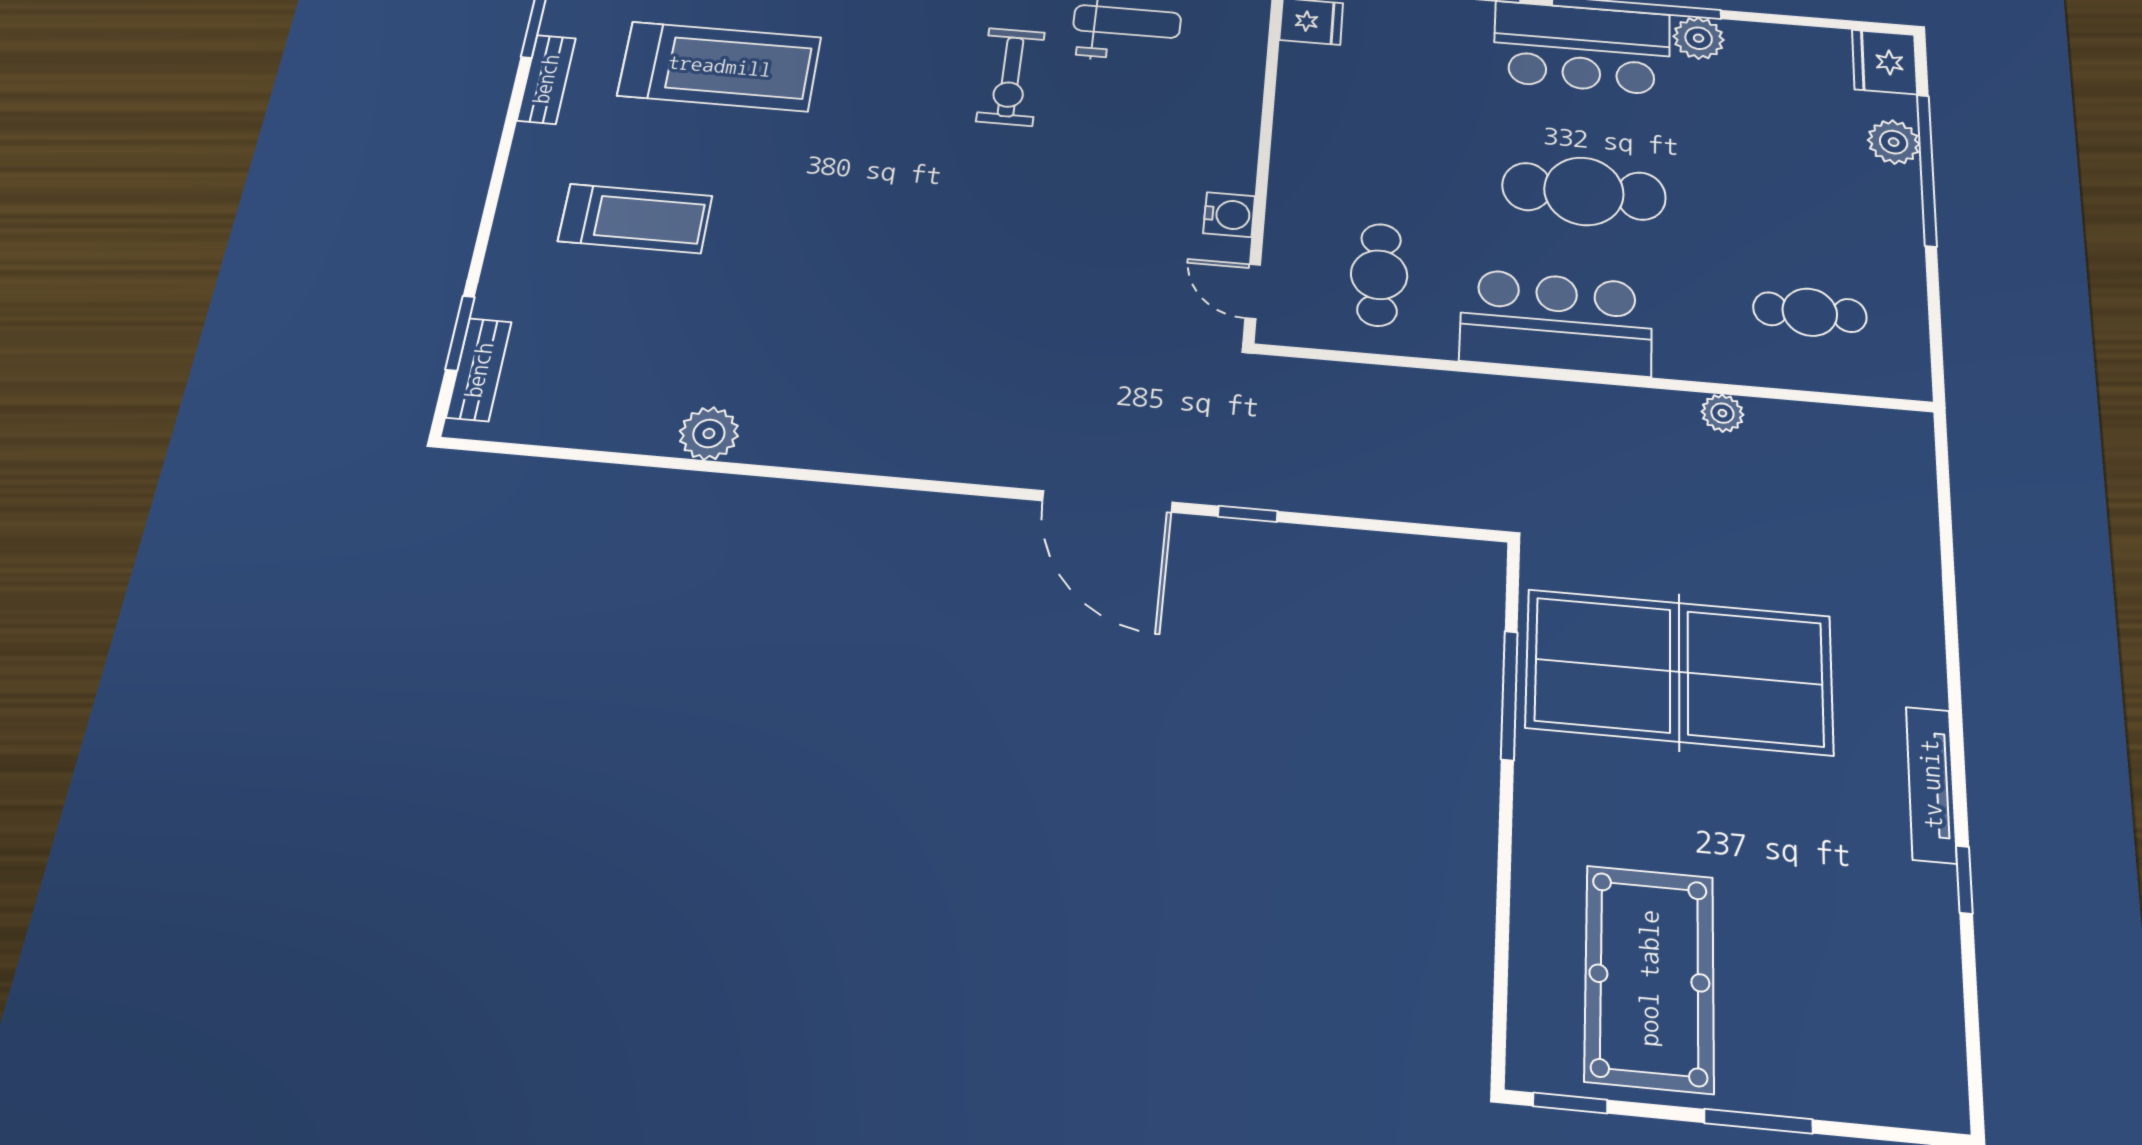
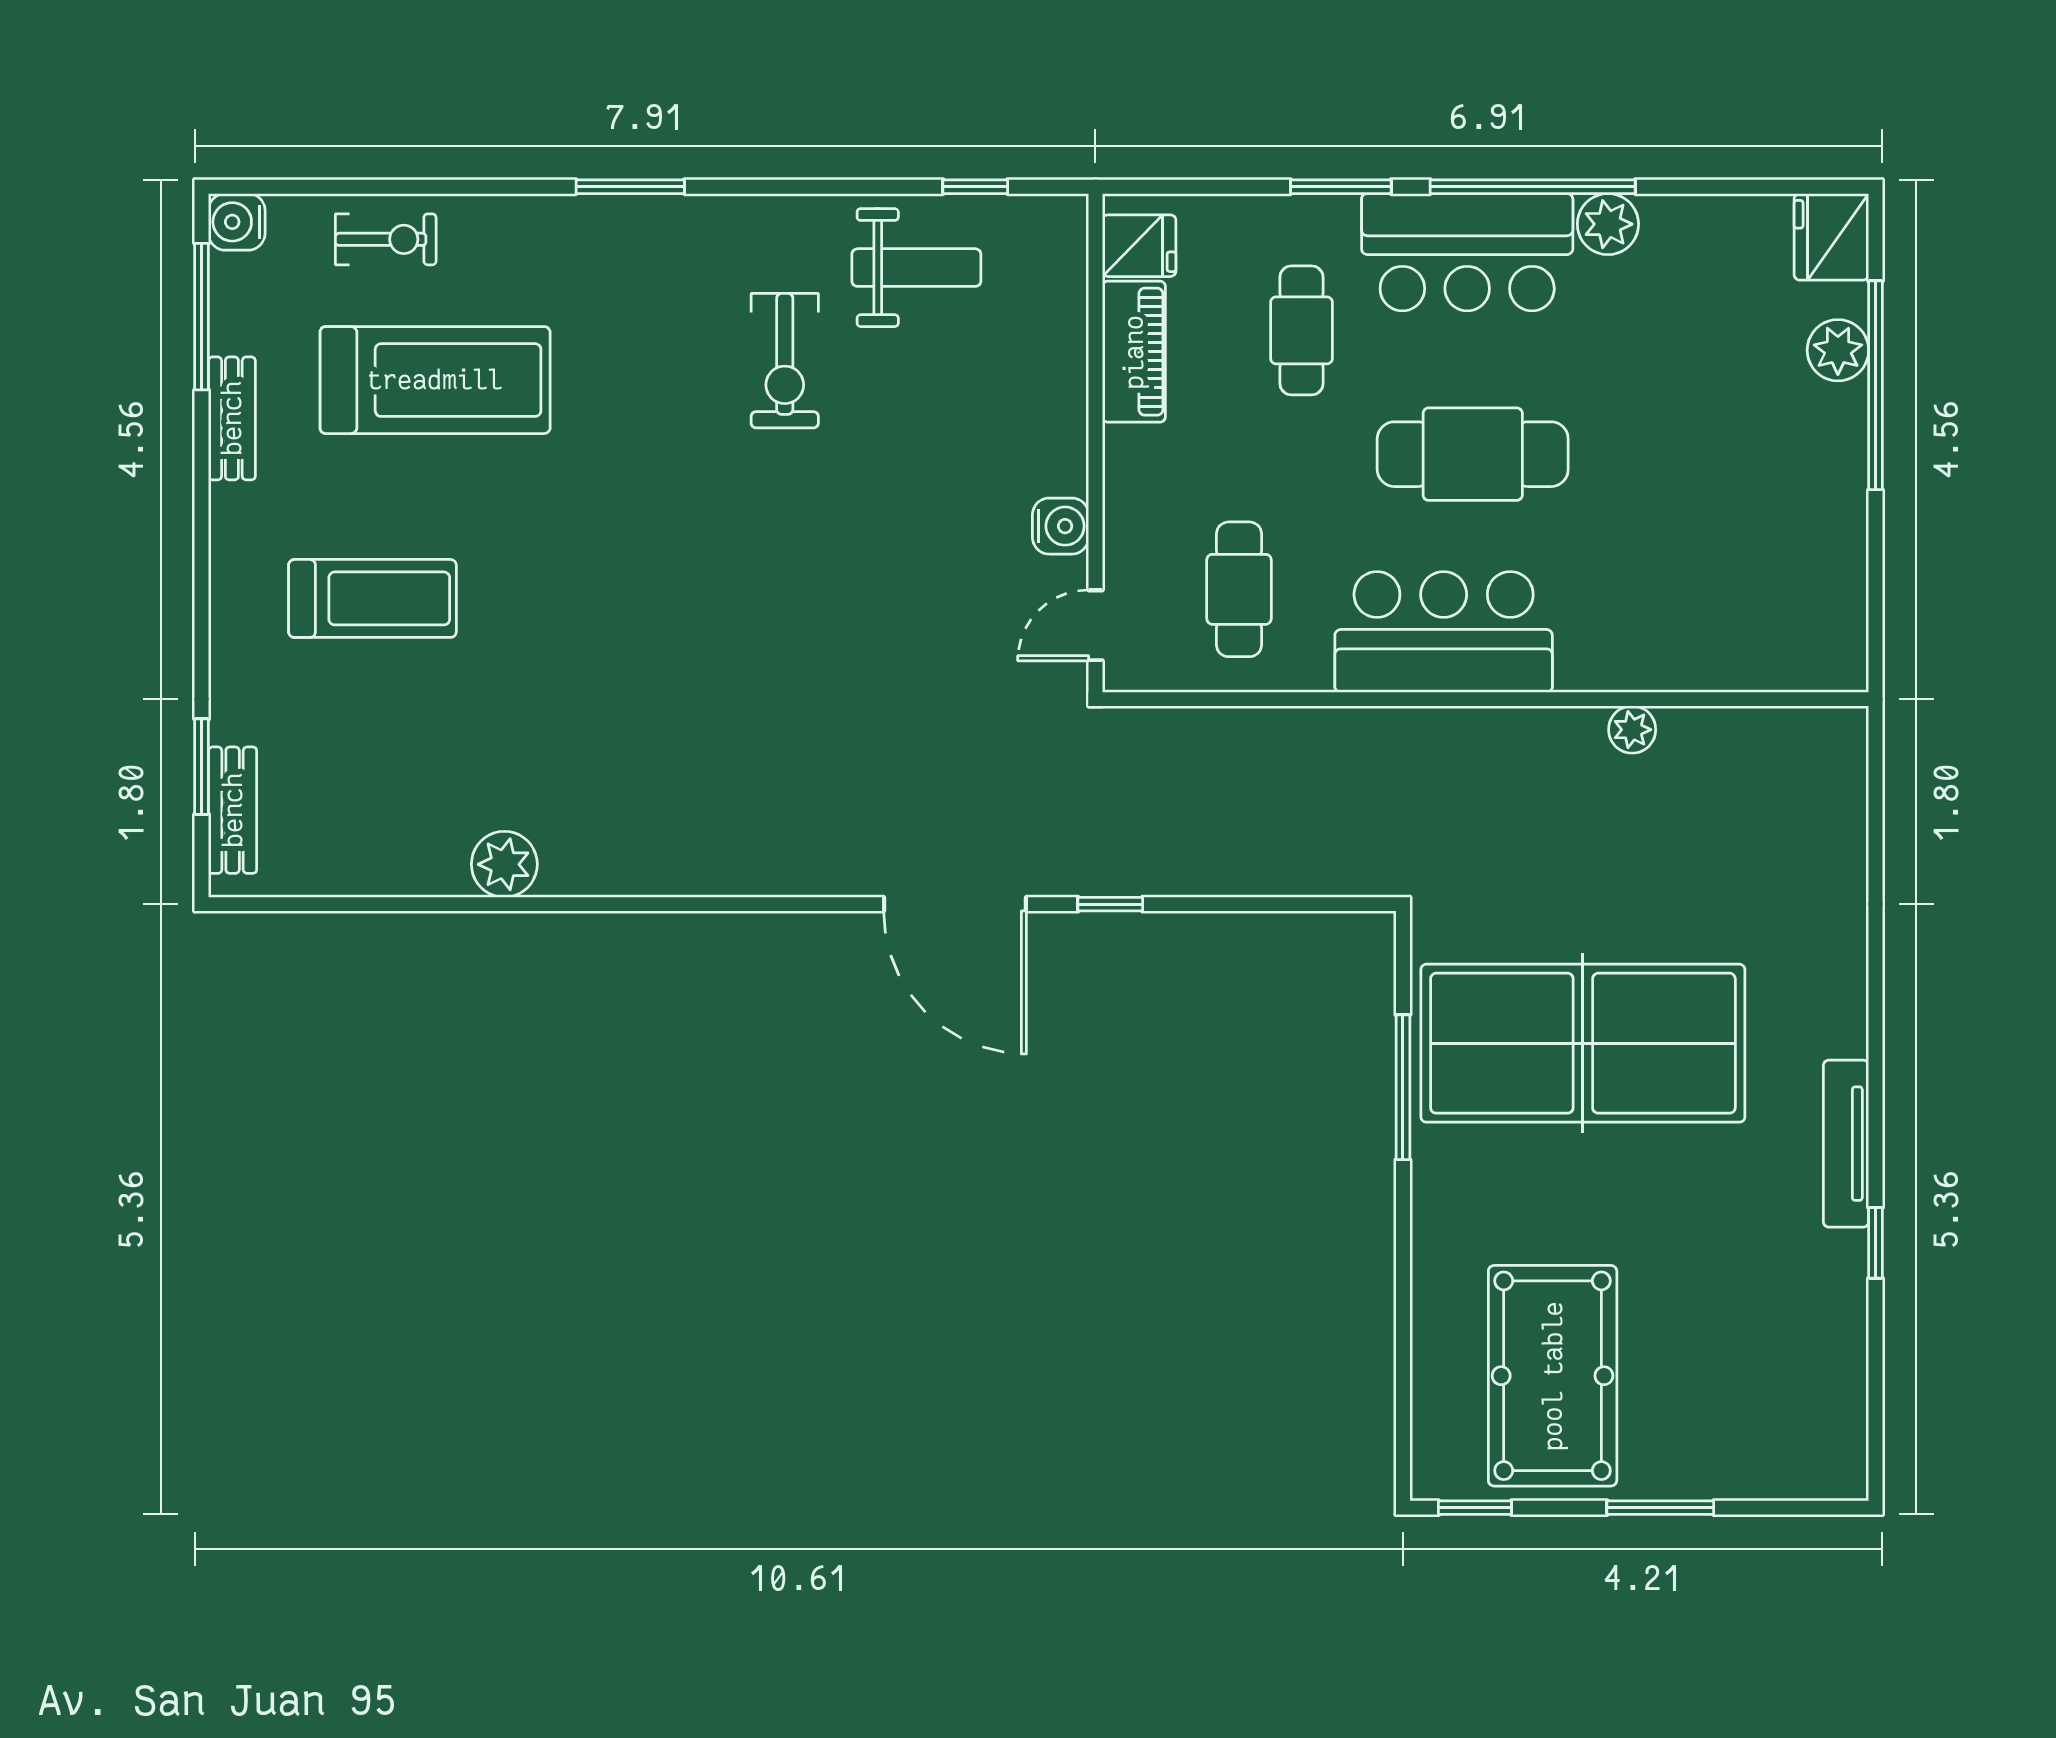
piano: (1301, 94) -> (1134, 352), added
door: (1253, 291) -> (1095, 625), hinge flipped
cafe table: (1810, 312) -> (1301, 330), moved, turned 90

